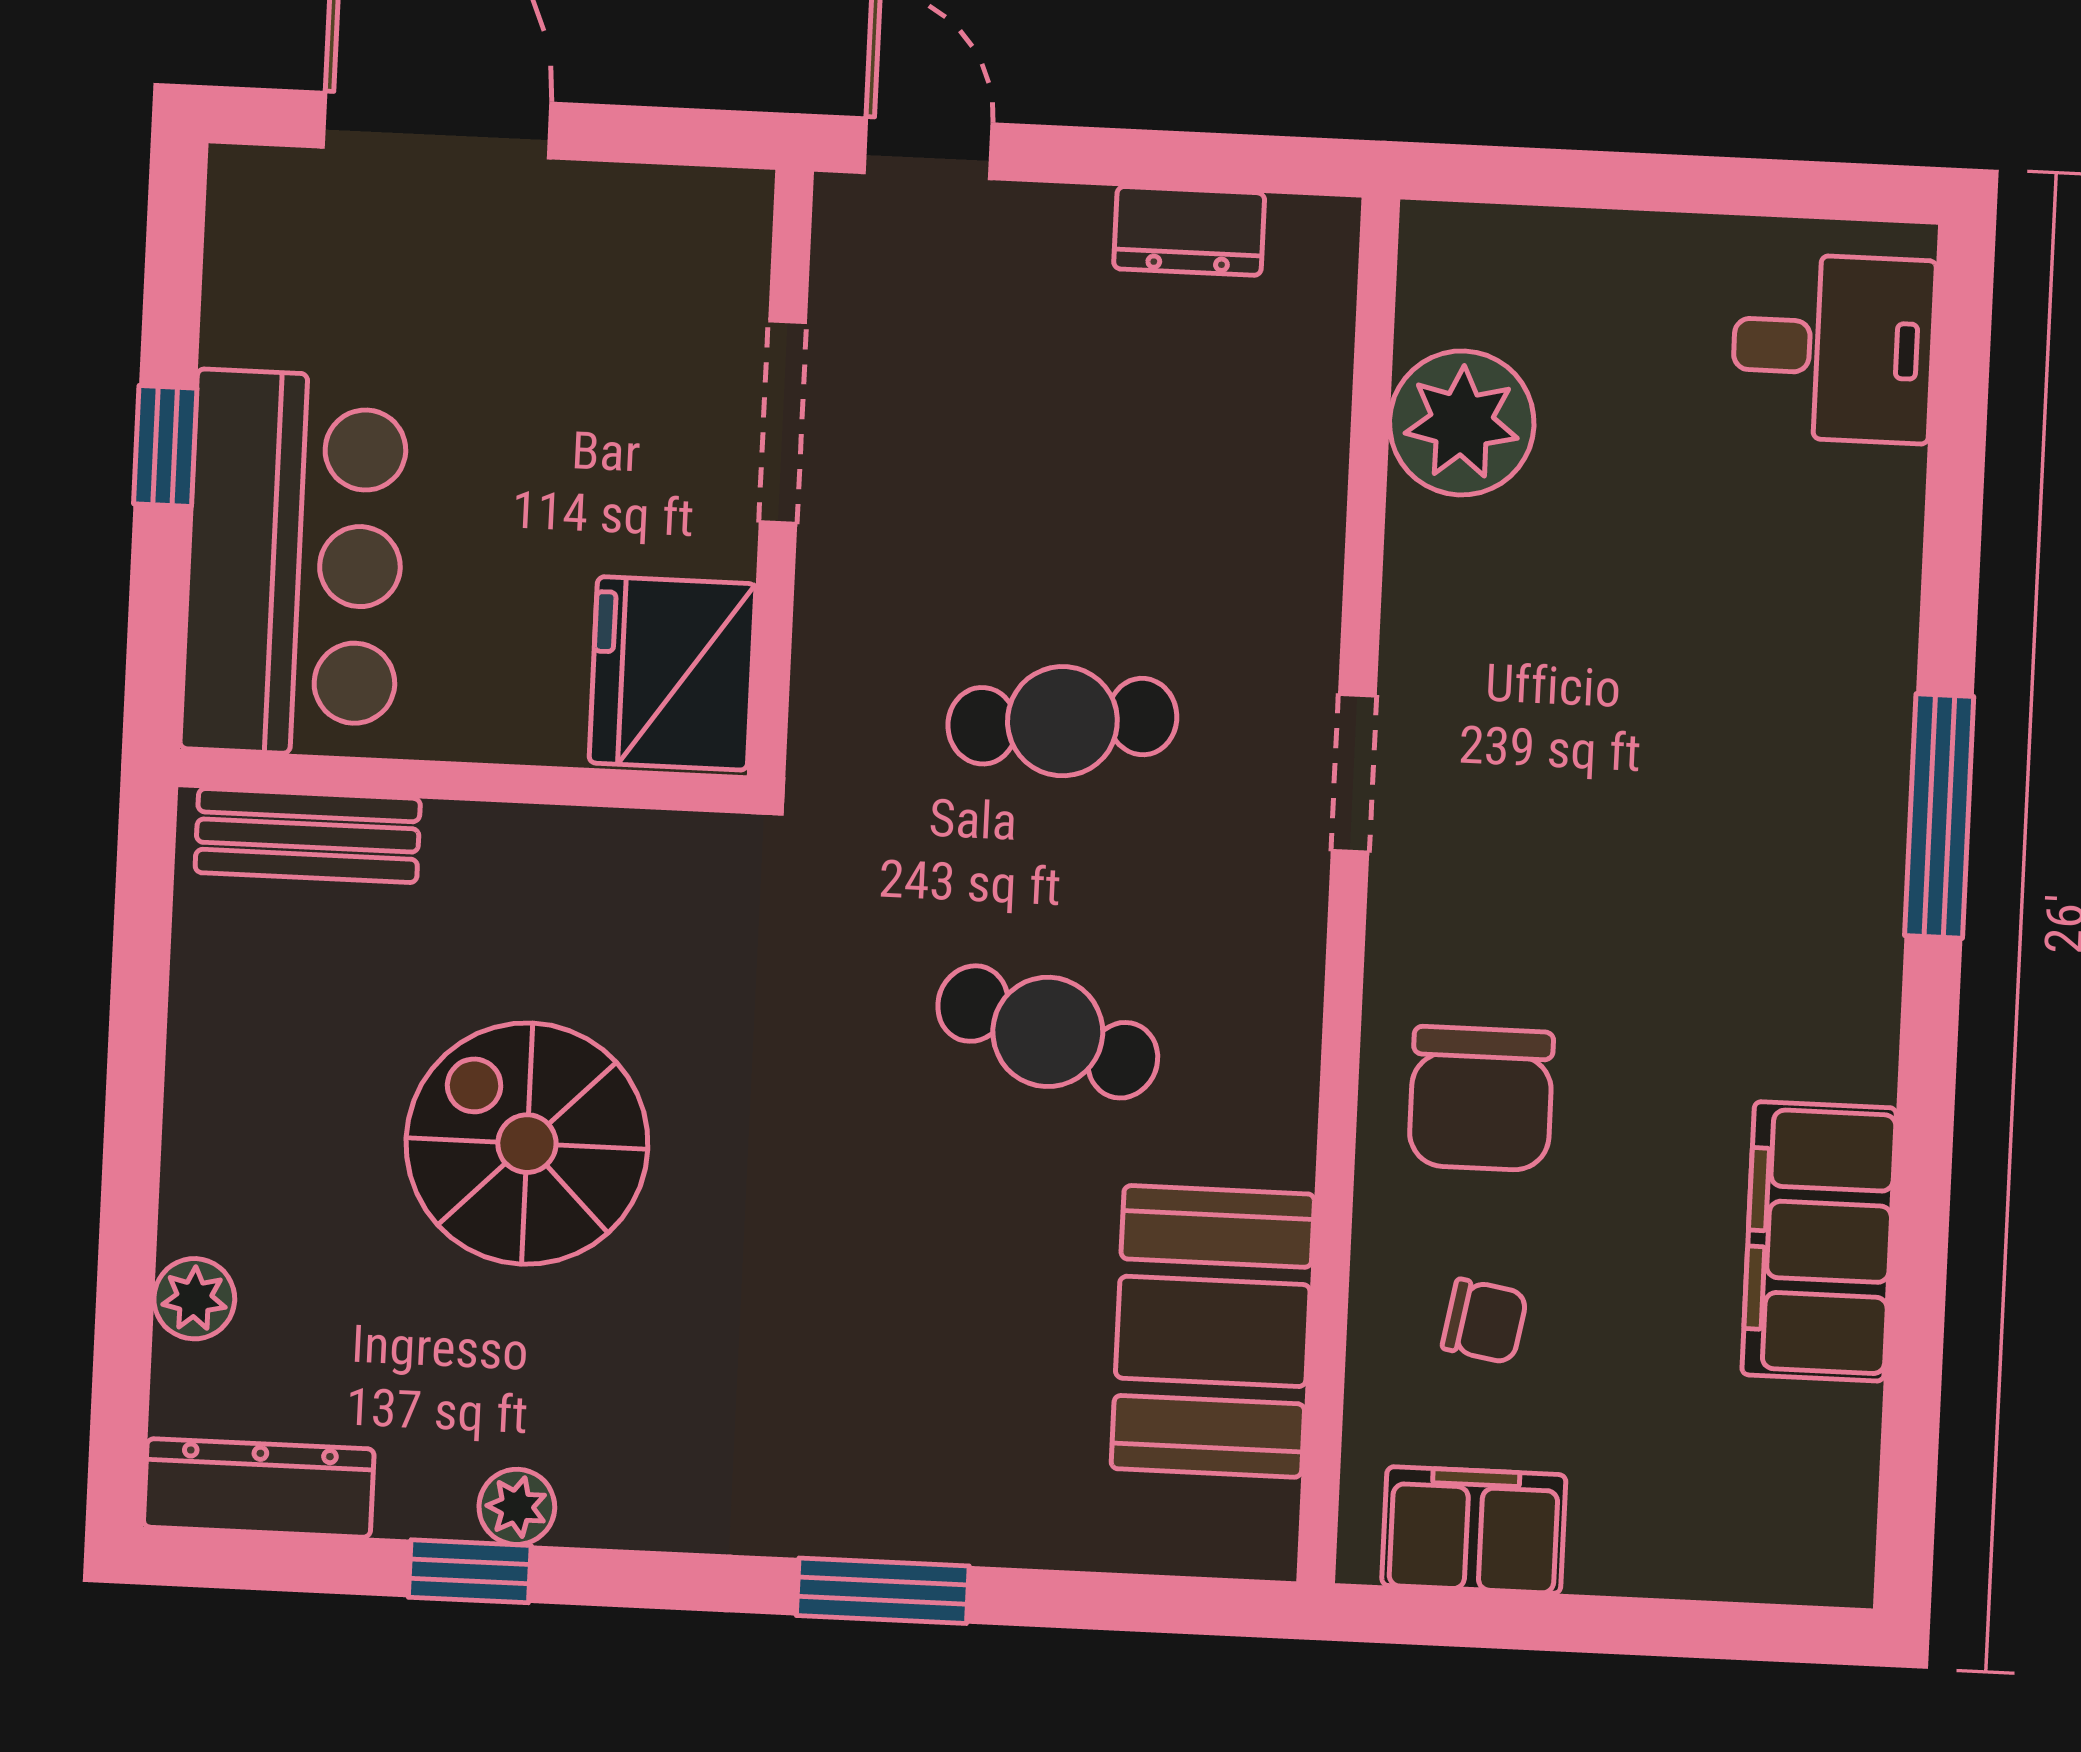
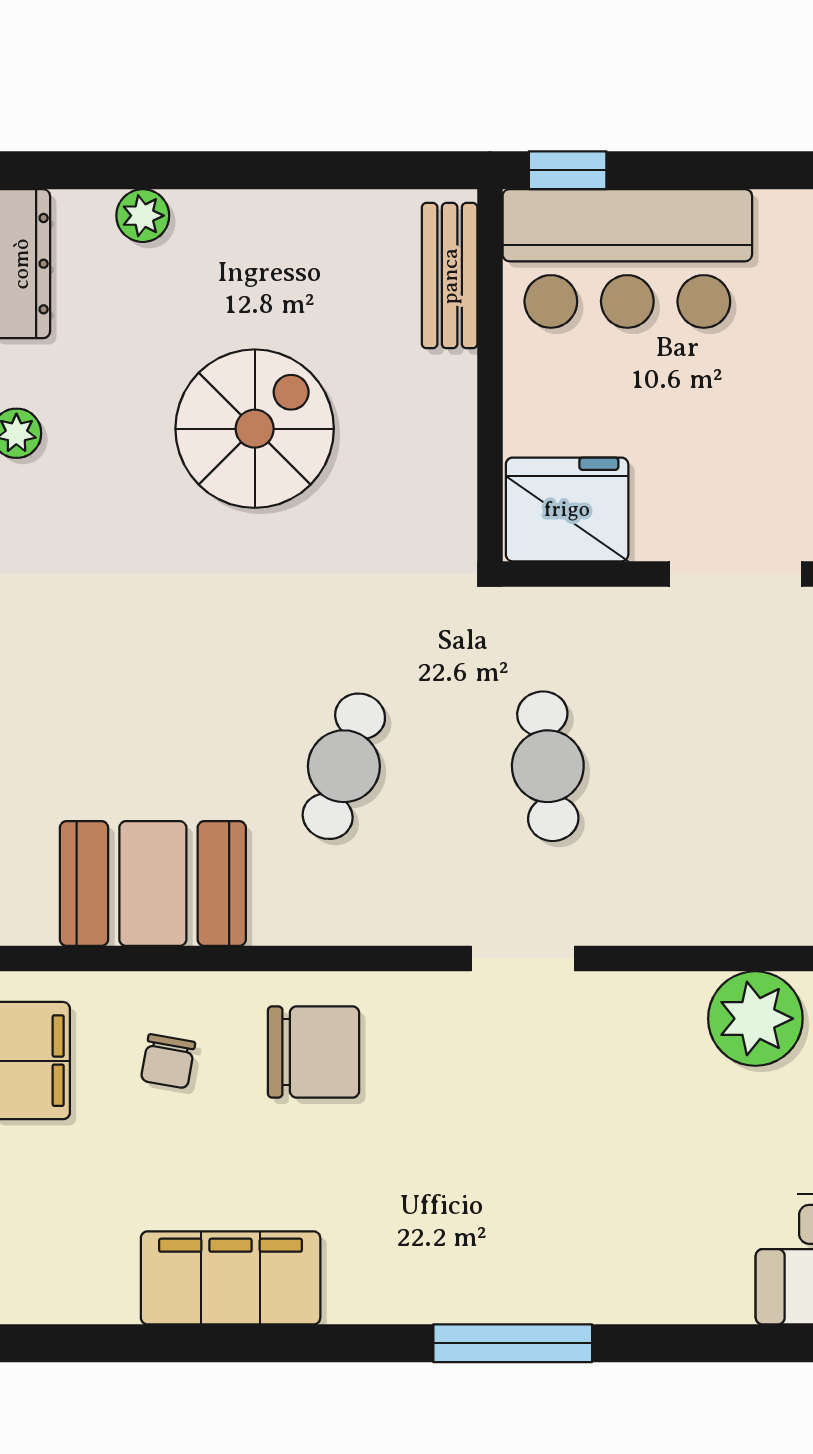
window: (165, 446) -> (568, 170), moved
chair: (1481, 1099) -> (314, 1052), turned 180

